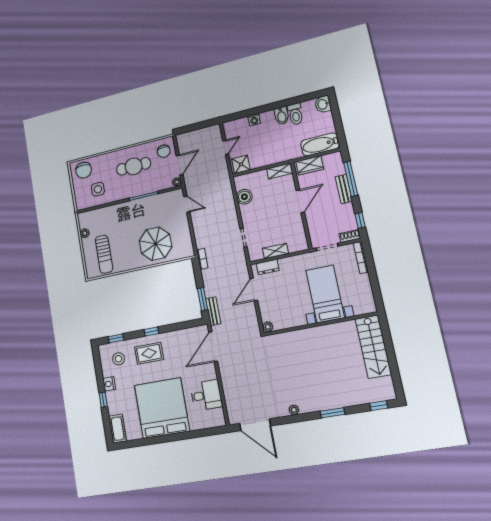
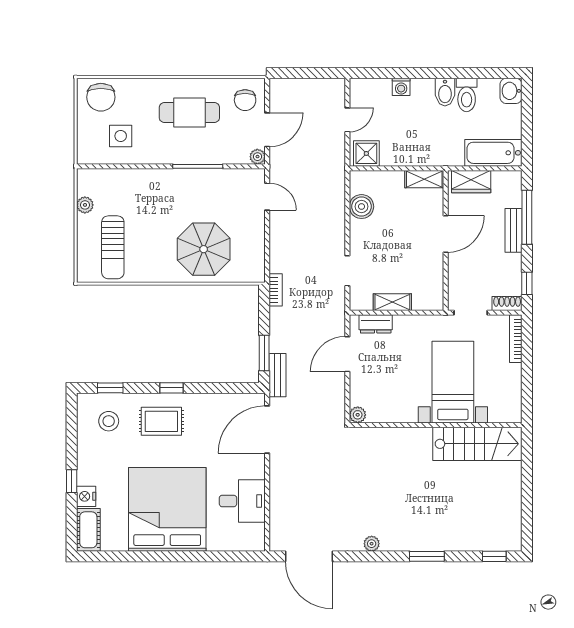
stairs: (373, 346) -> (477, 444), moved, turned -90
nightstand: (109, 384) -> (86, 496), moved

